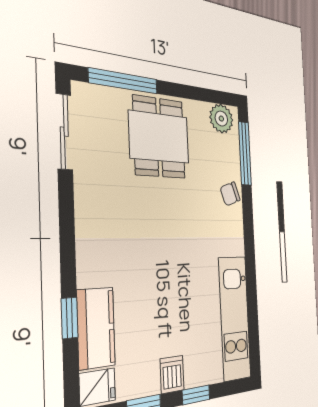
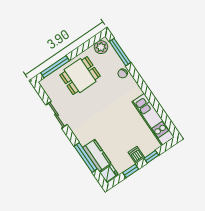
sliding door: (64, 132) -> (56, 115), moved
dining table: (159, 137) -> (80, 76), turned 90
window: (70, 318) -> (86, 157), width x2.17

